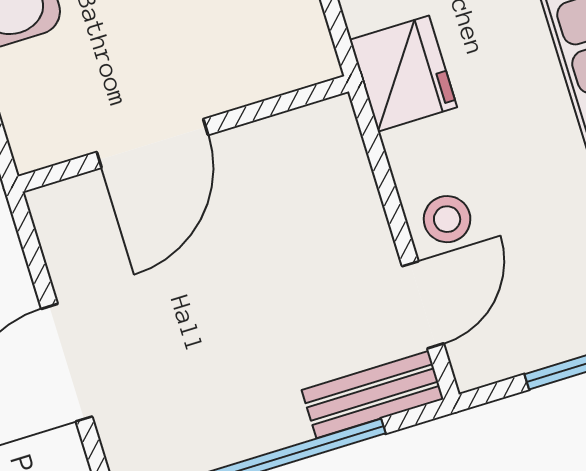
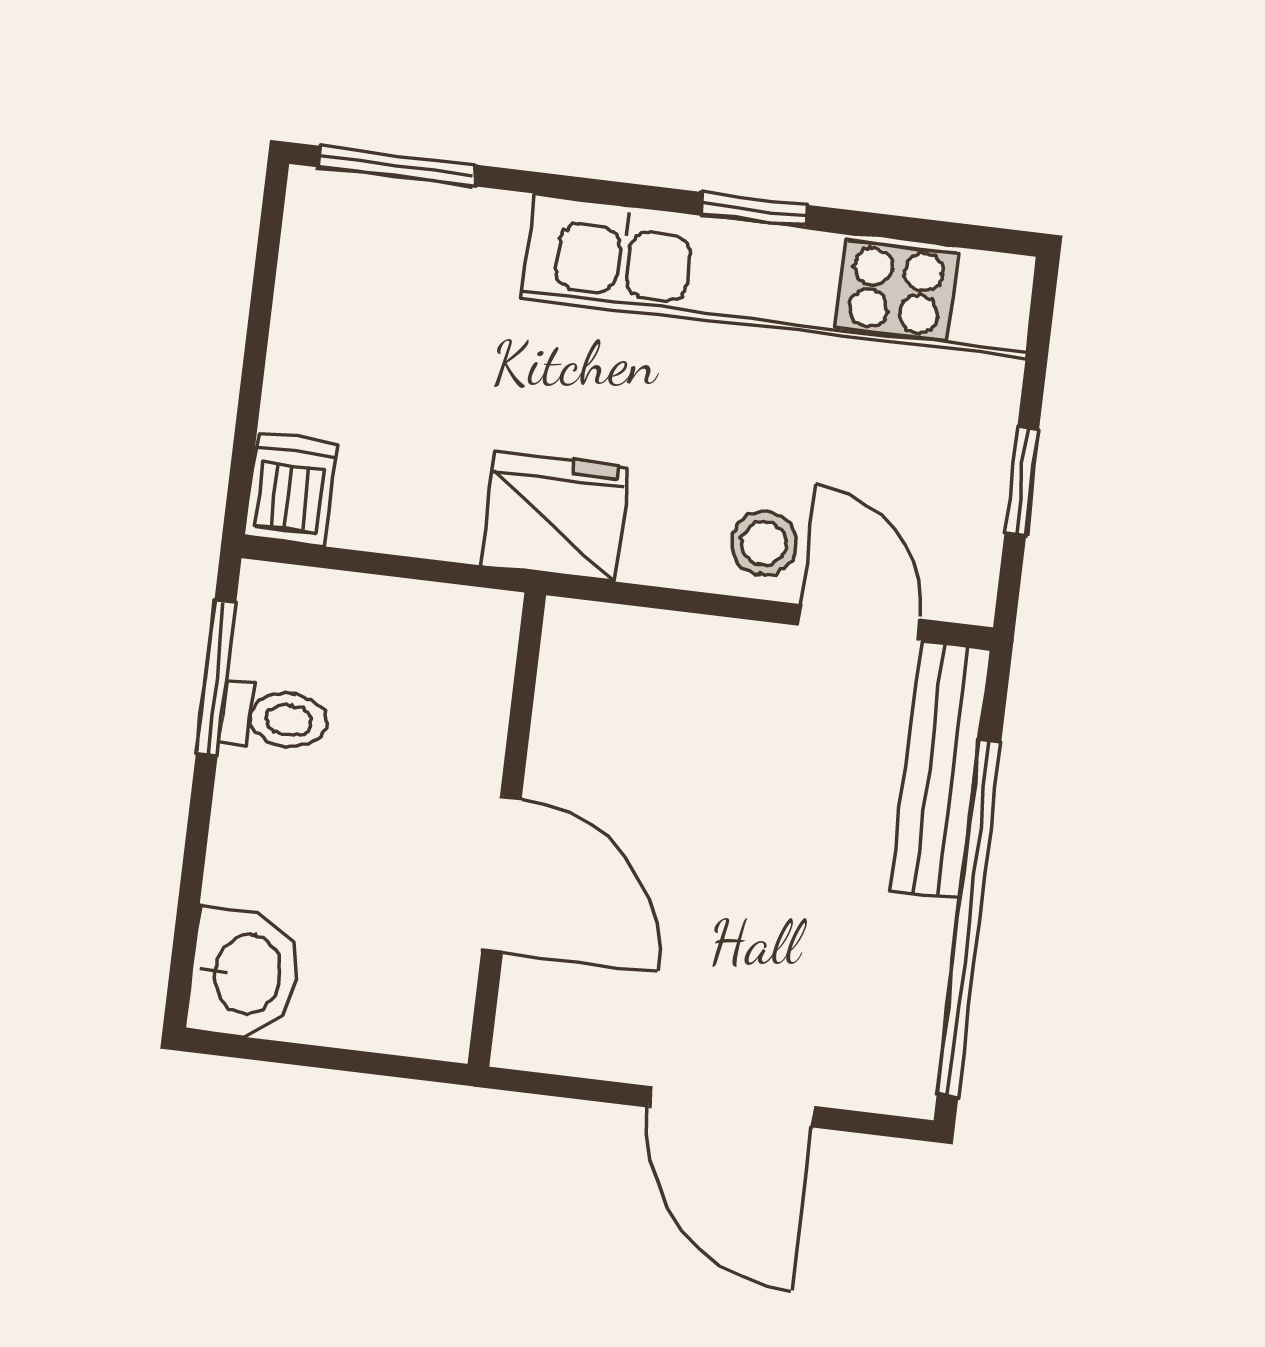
bench: (373, 395) -> (940, 770), width x1.36

